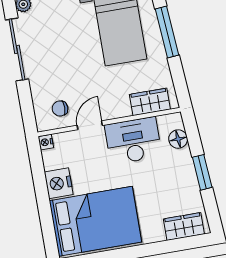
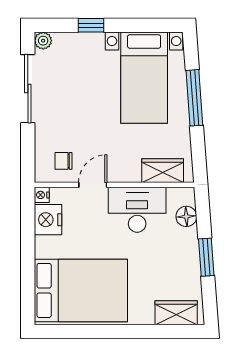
nightstand: (59, 183) -> (48, 220), moved

